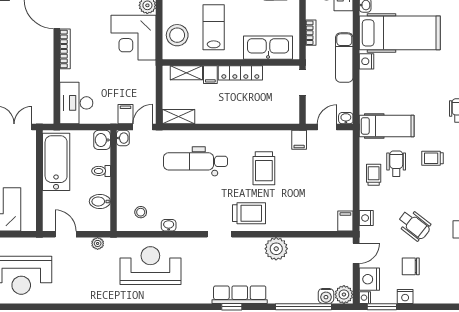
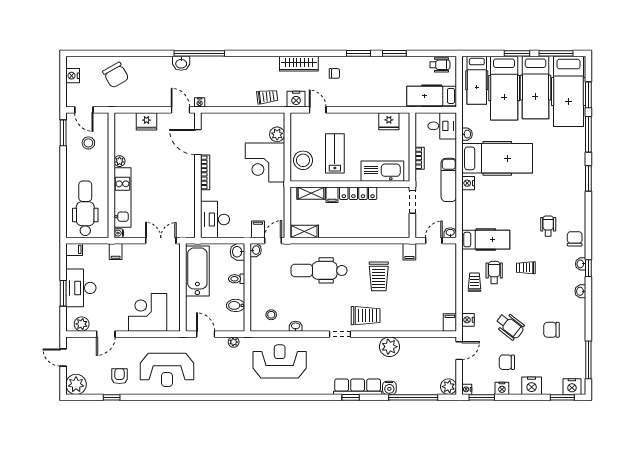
nightstand: (369, 279) -> (532, 386), moved, turned -90
water cooler: (326, 296) -> (389, 388), moved

